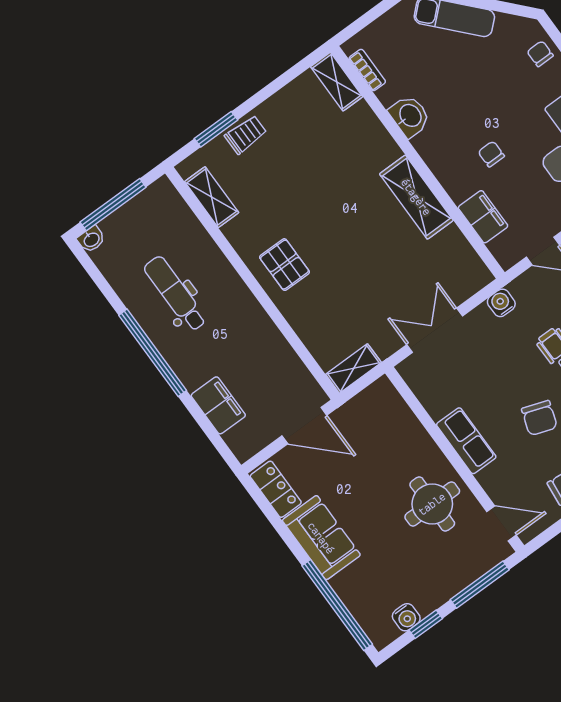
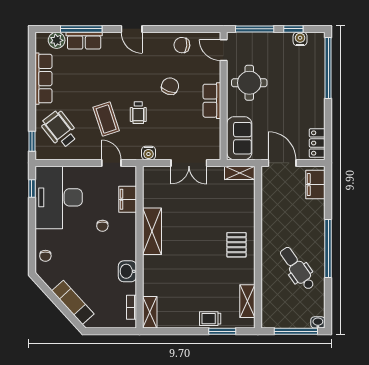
dental chair: (175, 294) -> (297, 268), turned 145
filing cabinet: (218, 405) -> (315, 185), moved
sofa: (321, 538) -> (239, 138), moved, turned 180

